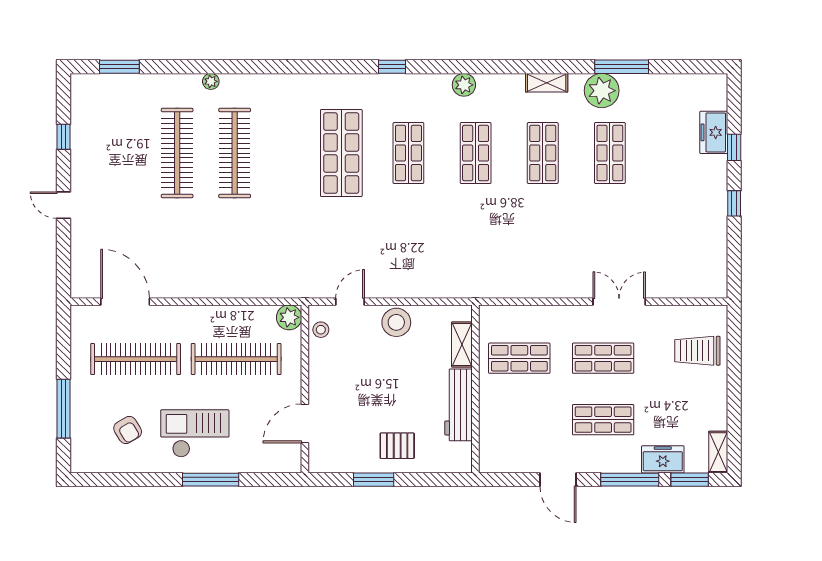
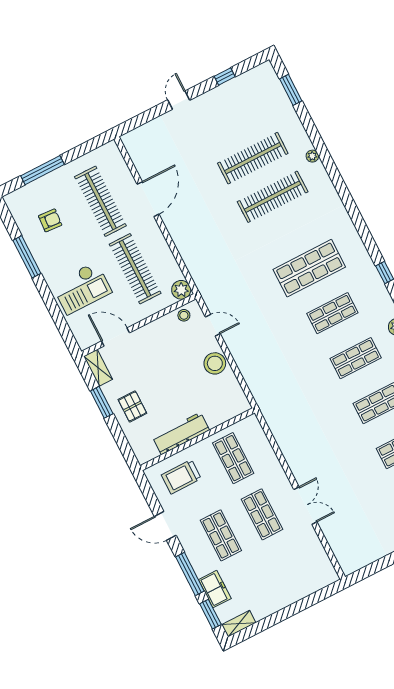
door: (125, 302) -> (148, 199), moved
shelving: (462, 344) -> (98, 368), moved, turned 90
trolley: (697, 351) -> (181, 477), moved, turned -90
armchair: (128, 430) -> (50, 220), turned -145
checkout: (195, 433) -> (82, 288), moved, turned 90
window: (211, 480) -> (27, 257), moved
door: (558, 480) -> (165, 526), hinge flipped

